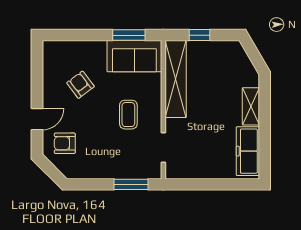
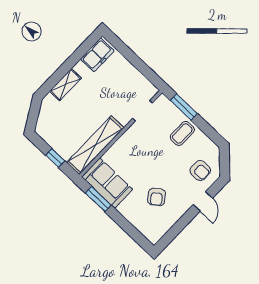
coffee table: (128, 115) -> (182, 133), moved
door: (37, 119) -> (203, 201), swing flipped
freezer: (248, 151) -> (97, 55), width x0.71

